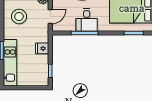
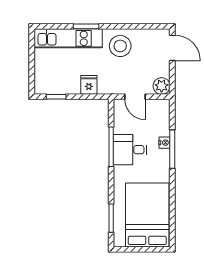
stool: (19, 17) -> (120, 46), moved

